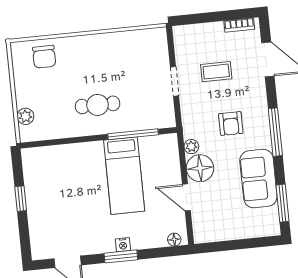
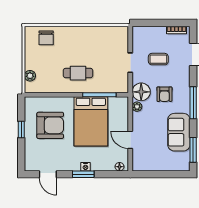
floor lamp: (200, 168) -> (141, 92), moved
bed: (124, 176) -> (91, 121), width x1.50
armchair: (64, 188) -> (50, 125), added

